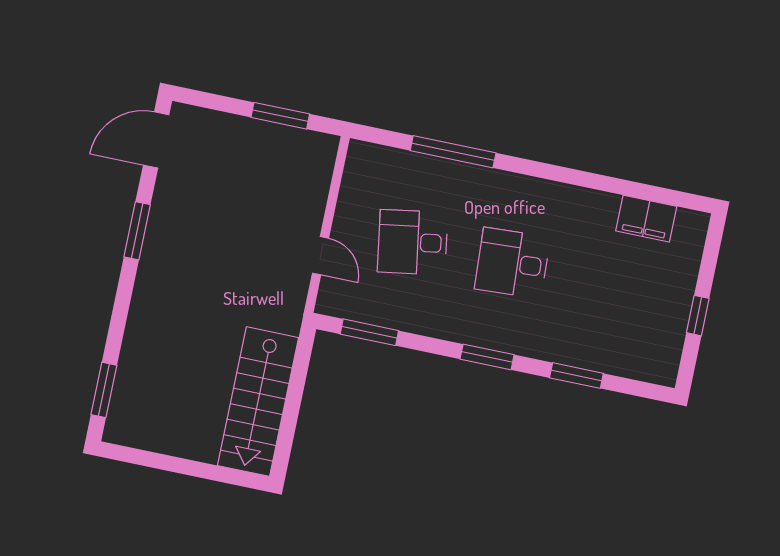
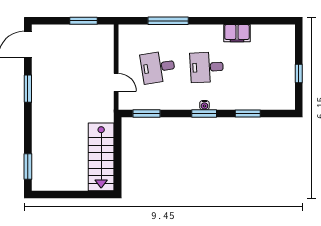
filing cabinet: (646, 219) -> (237, 33), moved
water cooler: (491, 340) -> (204, 105), added

